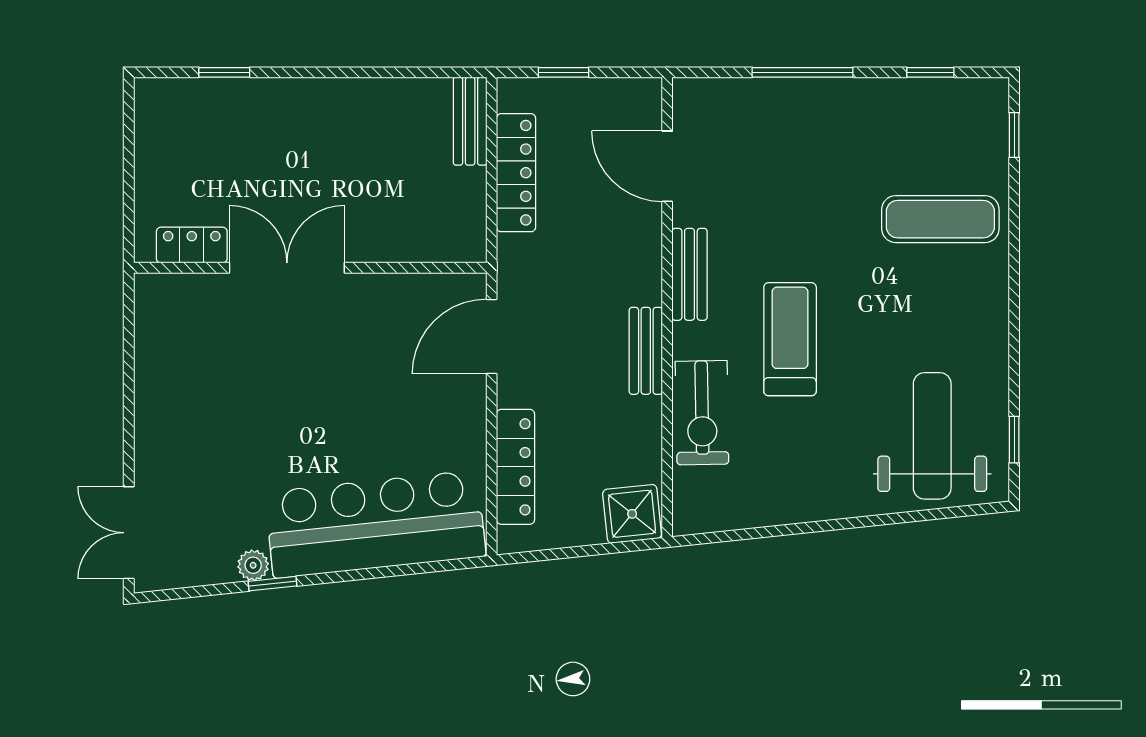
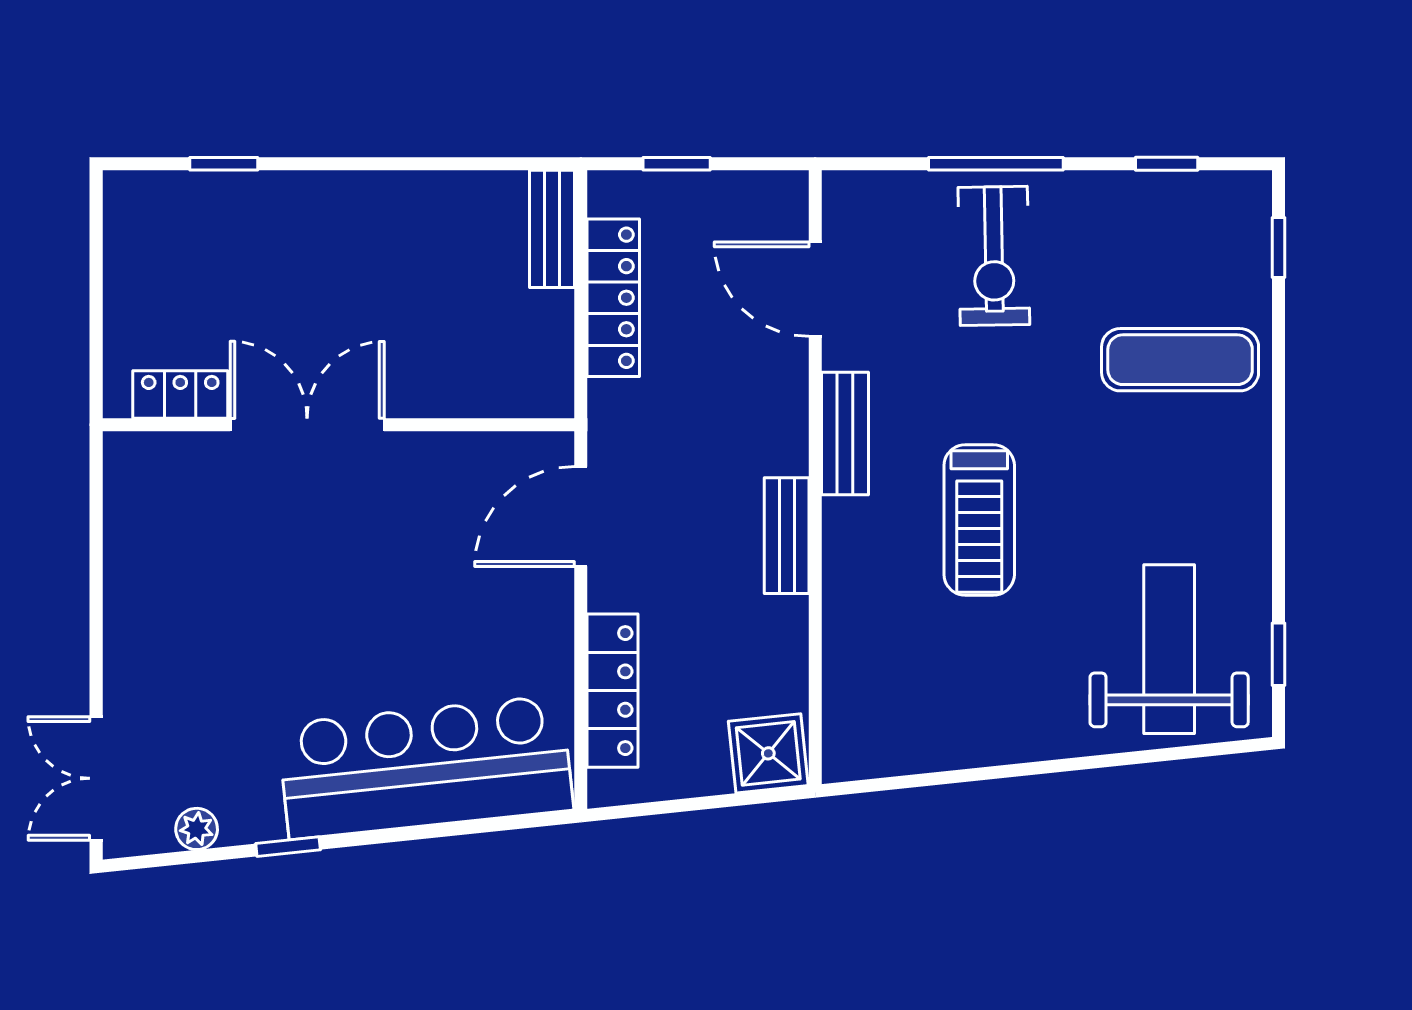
treadmill: (790, 339) -> (979, 520), turned 180
exercise bike: (702, 413) -> (994, 256), moved
plant: (253, 565) -> (197, 829), moved

